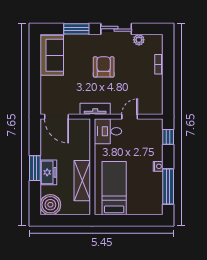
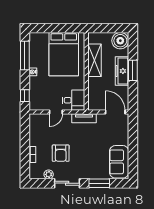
armchair: (104, 67) -> (61, 153), moved
freezer: (48, 172) -> (122, 71), width x1.40
bed: (114, 188) -> (64, 54), width x1.50

